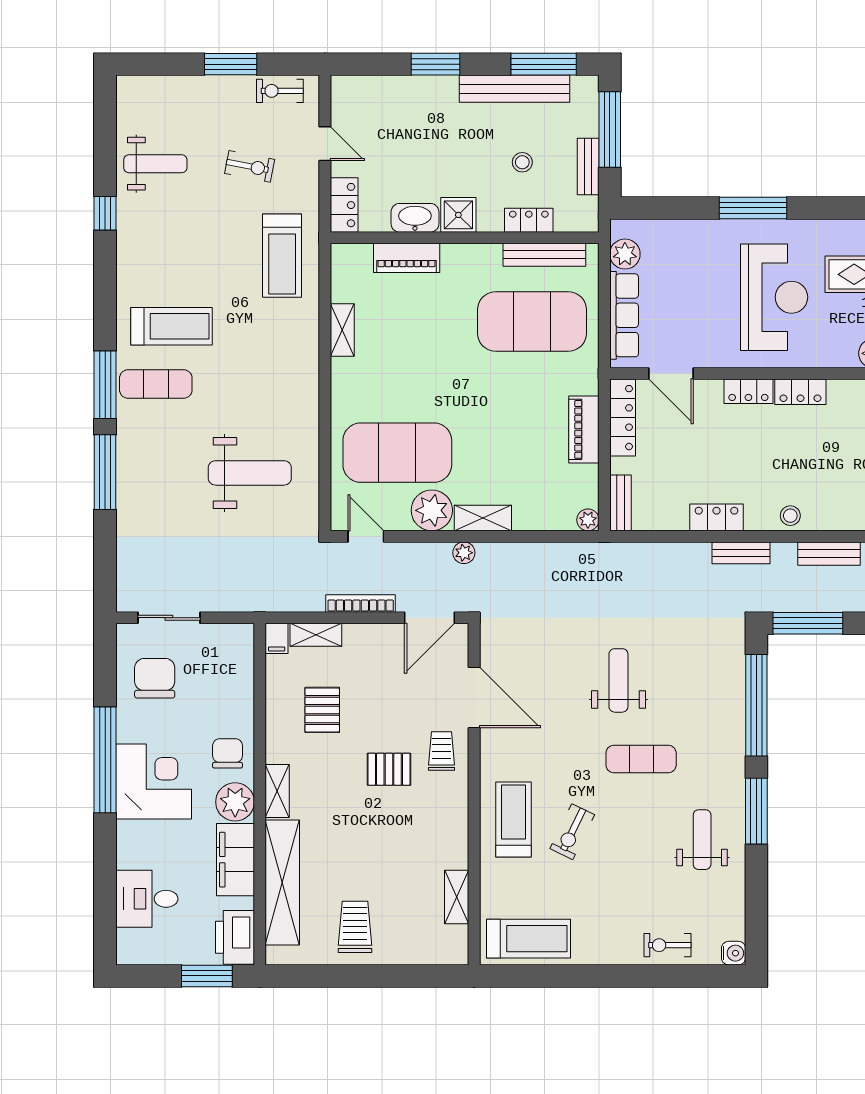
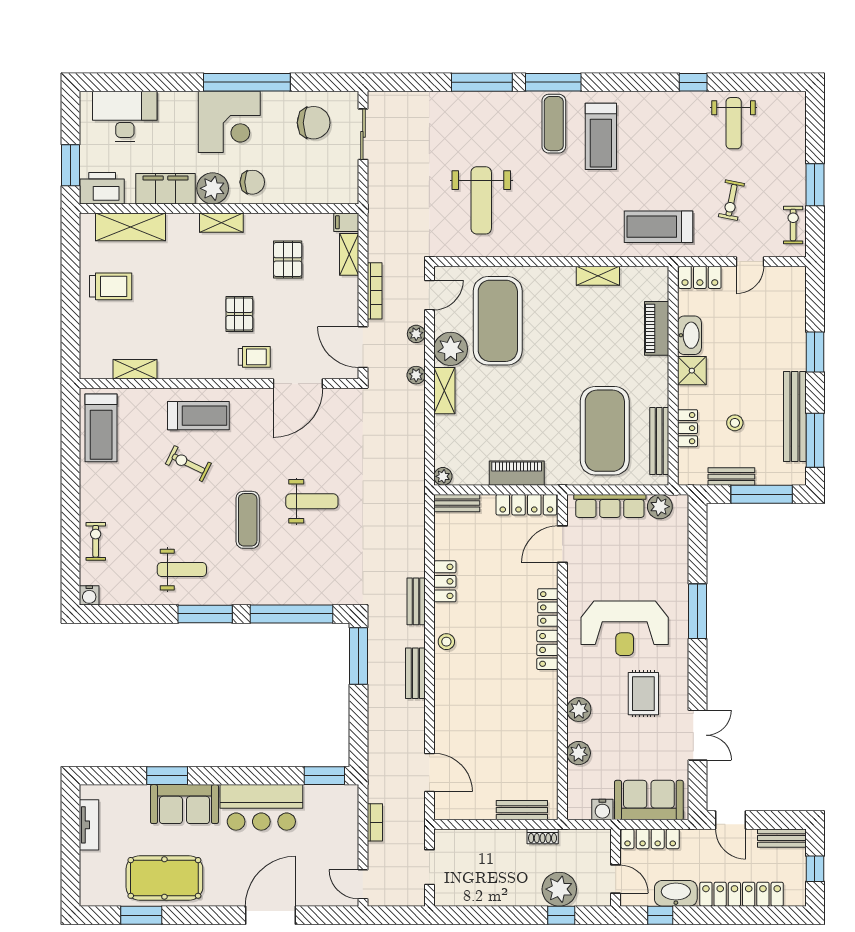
plant: (413, 553) -> (416, 334), added
pallet: (322, 710) -> (288, 259), turned 90
shelving: (282, 883) -> (131, 227), width x0.68
desk: (147, 899) -> (125, 116), width x1.37

